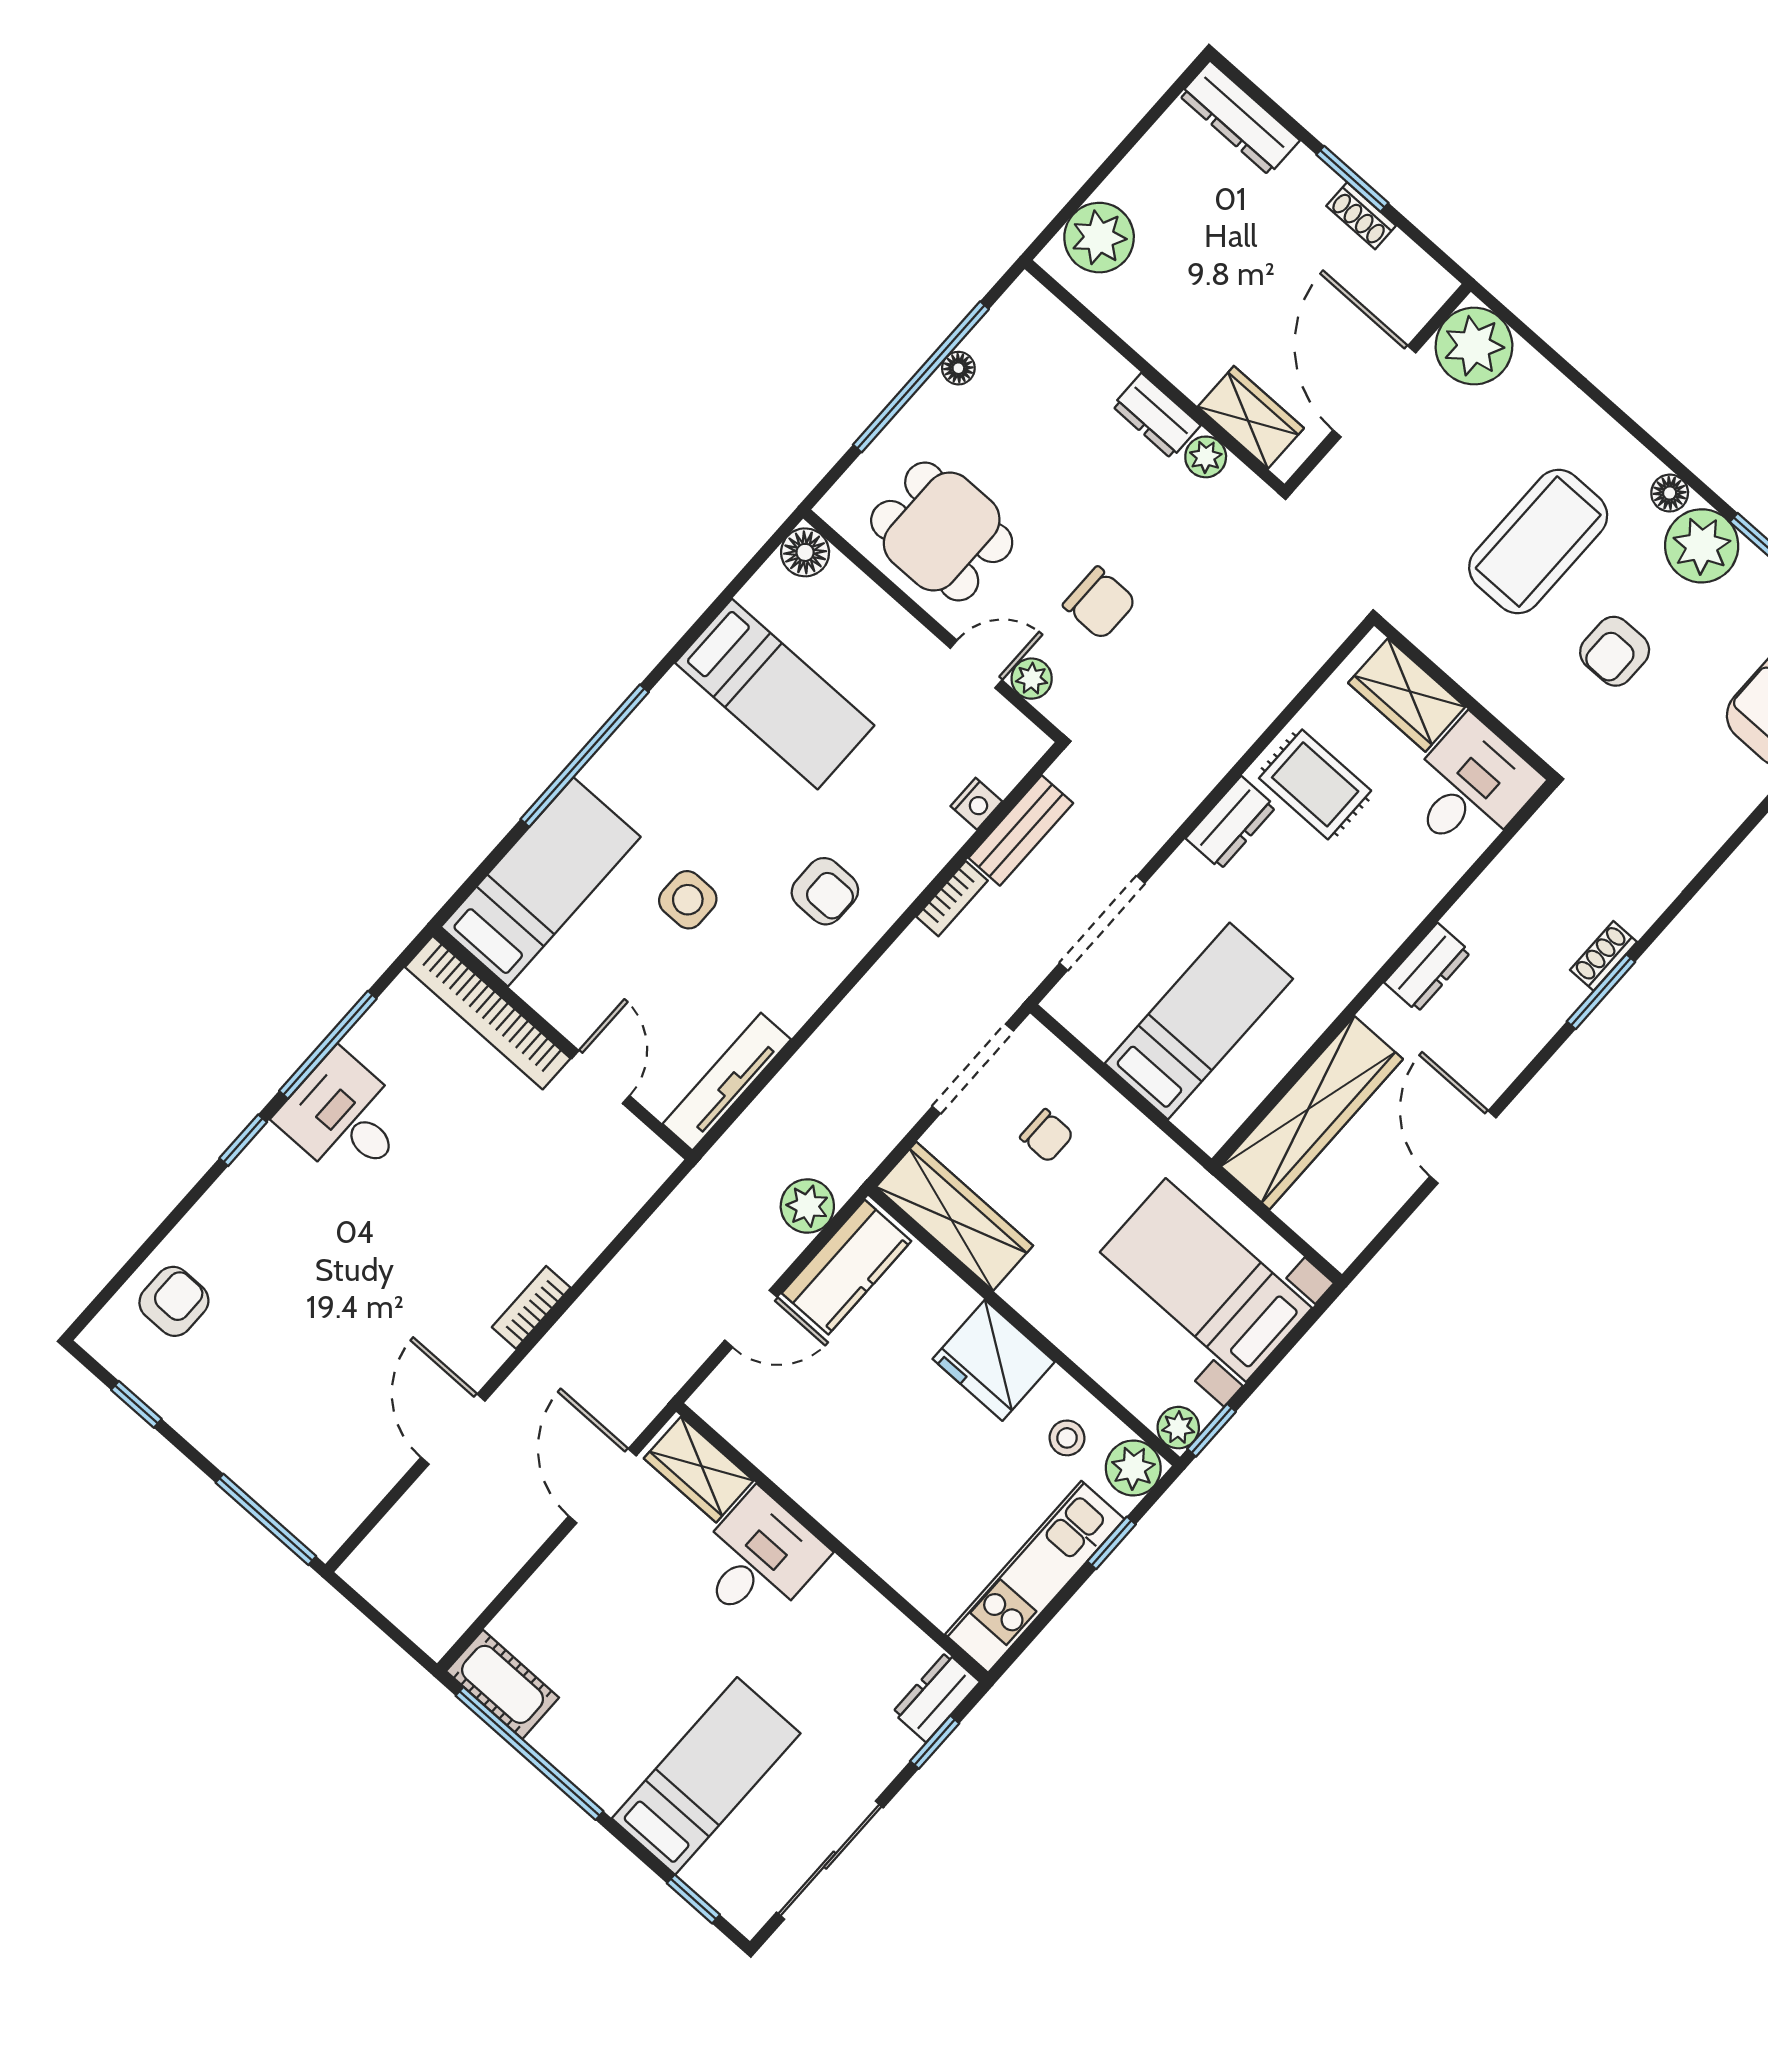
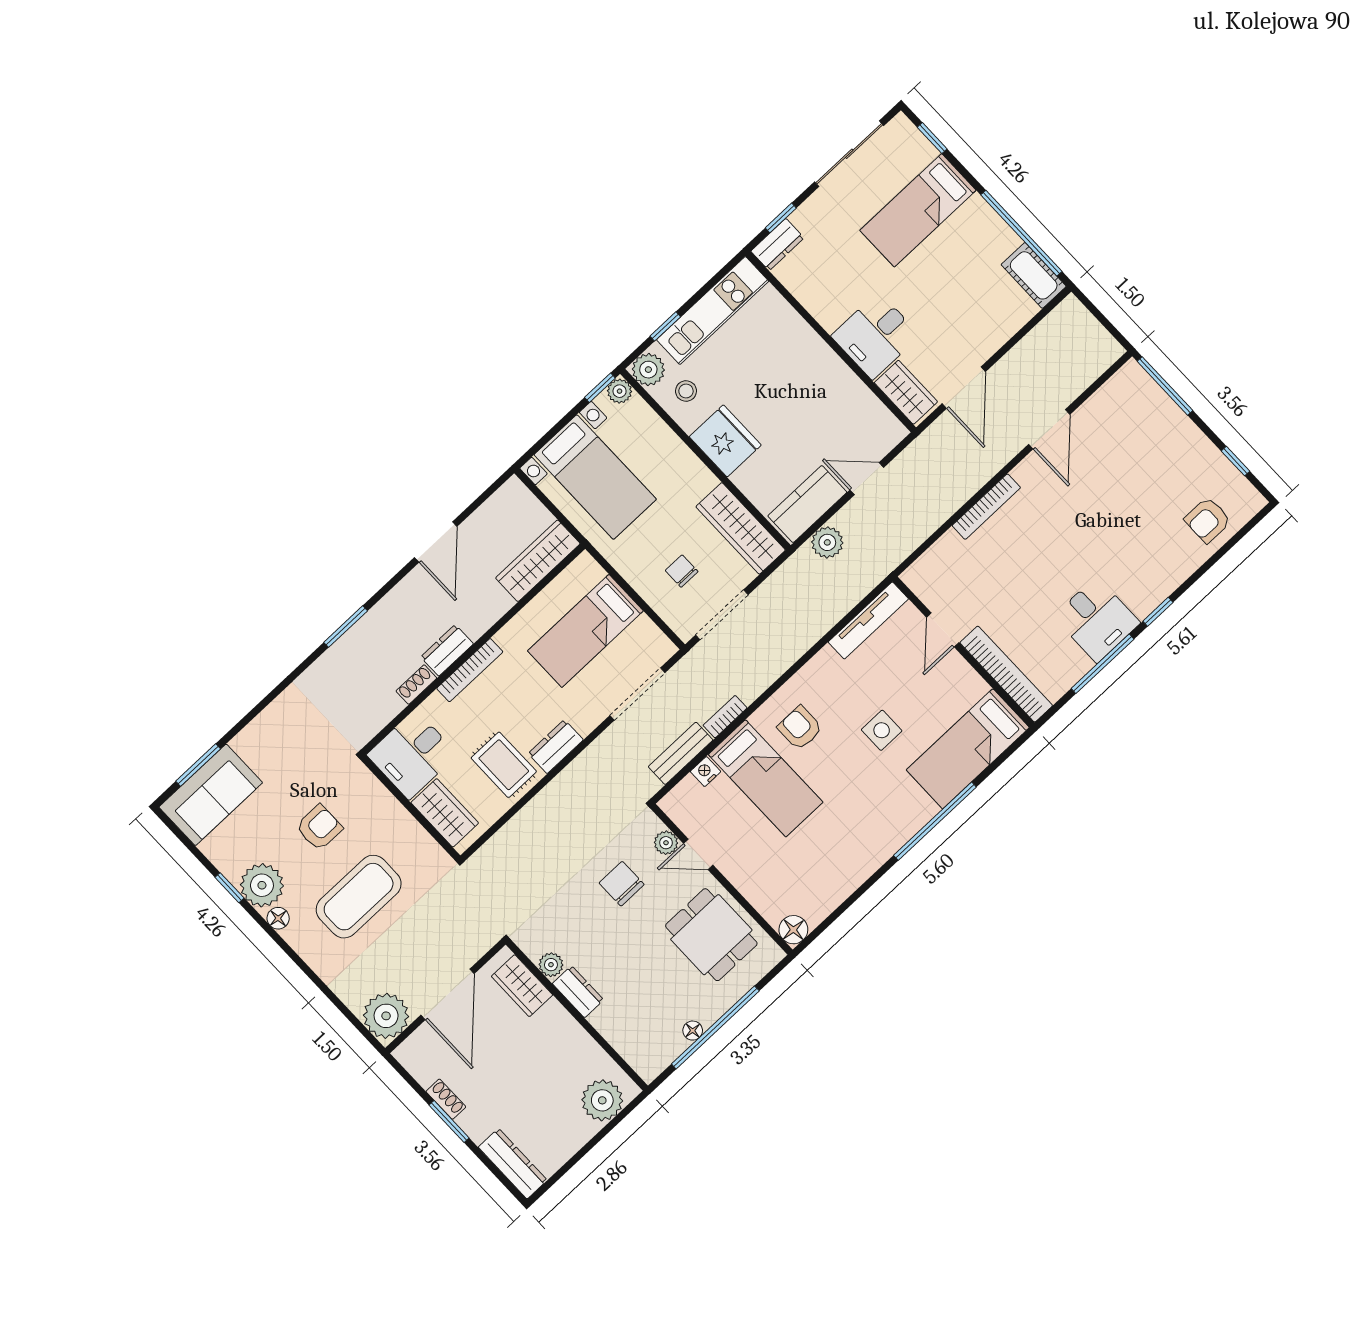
bed: (775, 694) -> (766, 778), moved, turned 180
bookcase: (1386, 938) -> (470, 670), added
shoe rack: (1603, 956) -> (416, 685), moved, turned 180
wardrobe: (1312, 1113) -> (538, 561), width x0.71, depth x0.85
bookcase: (531, 1307) -> (986, 507), width x1.56

